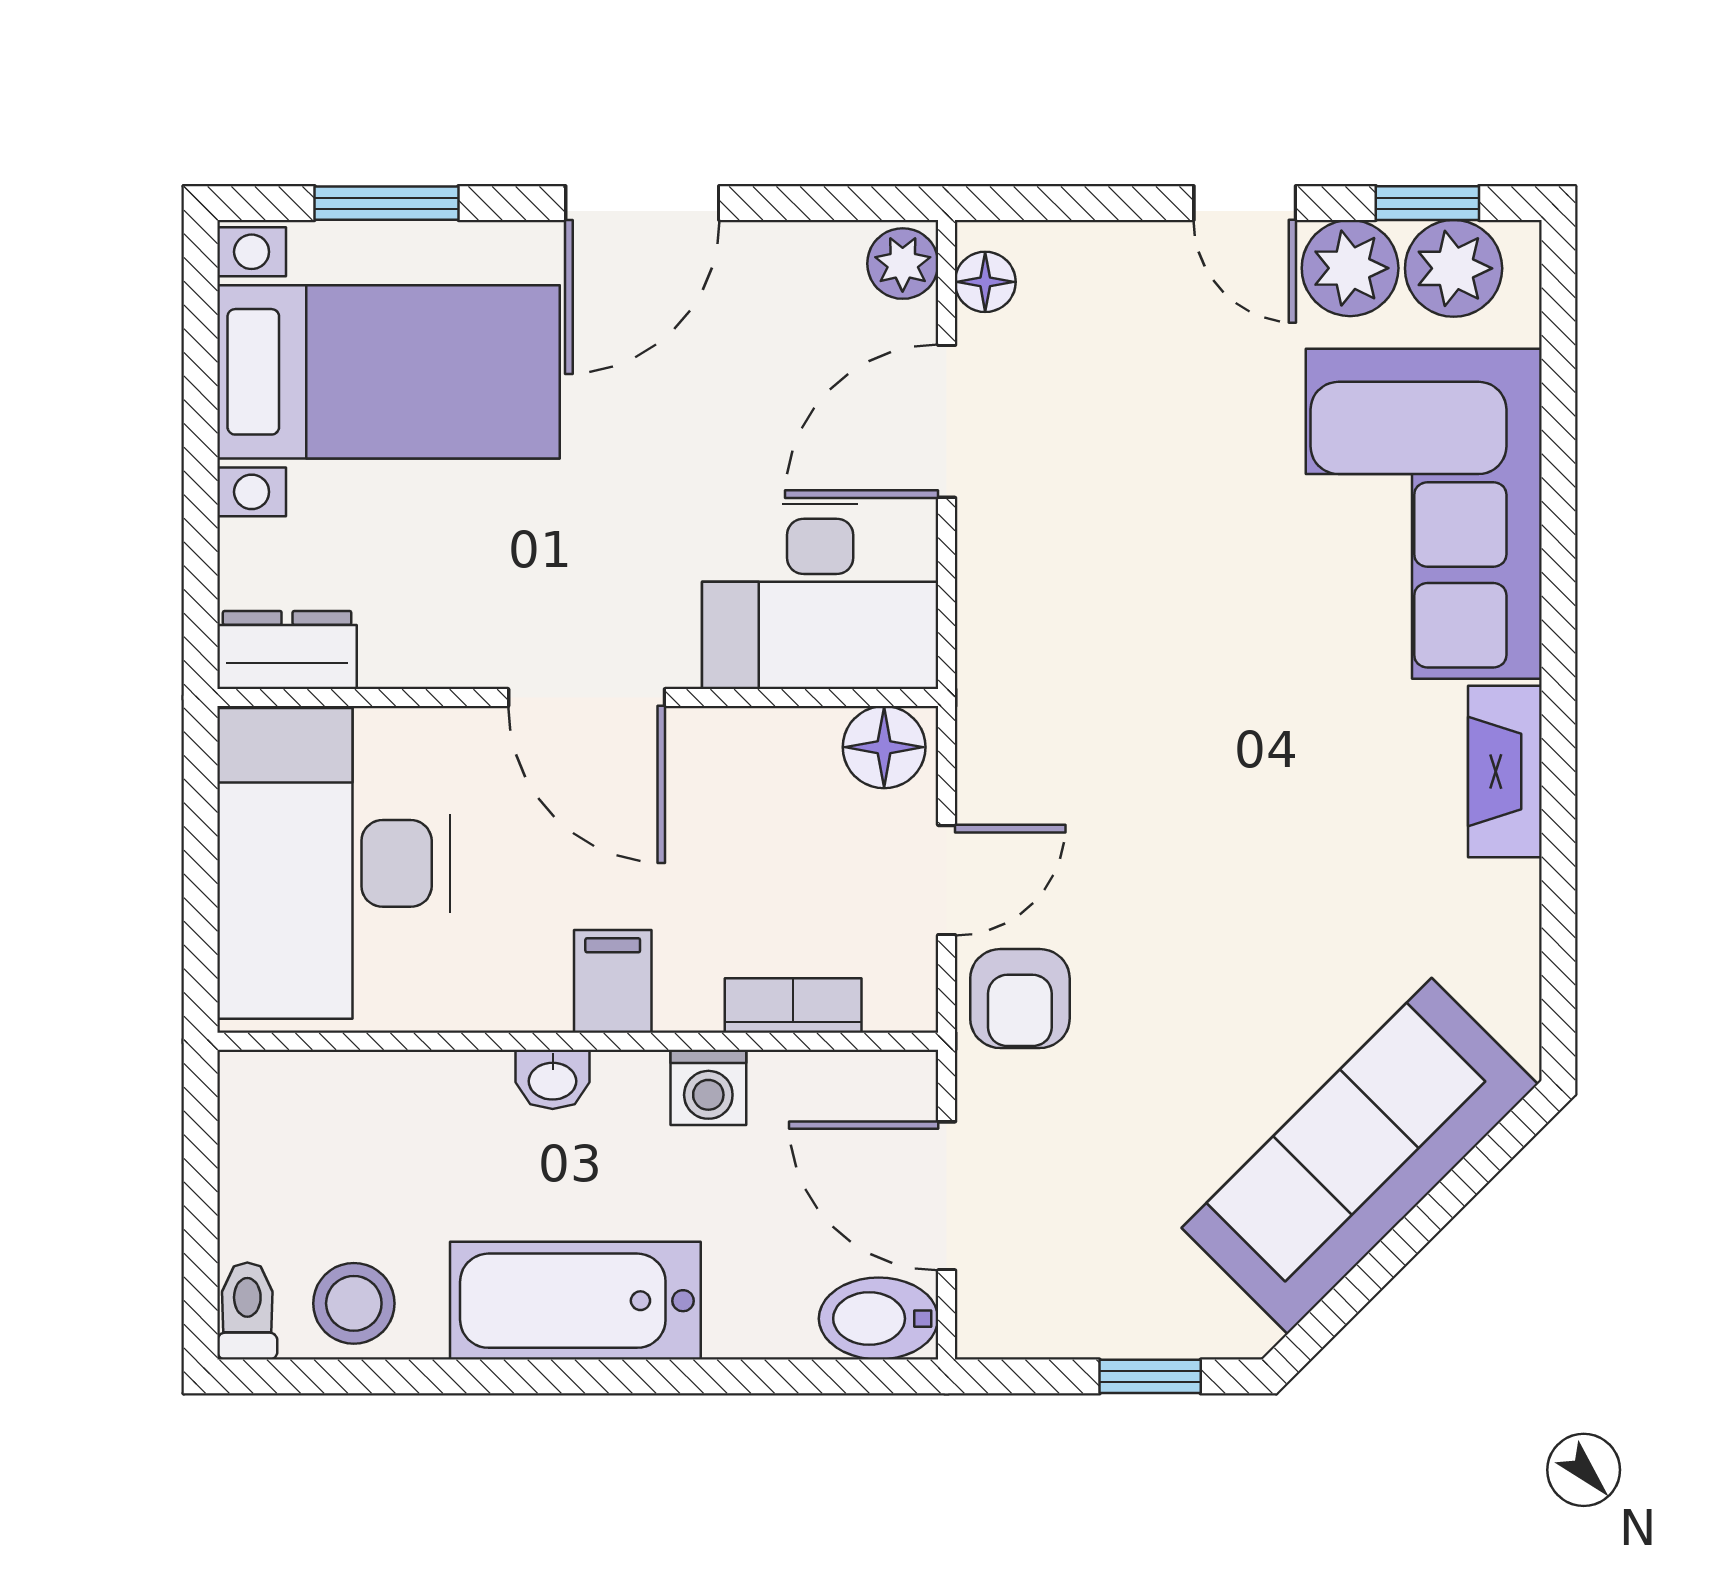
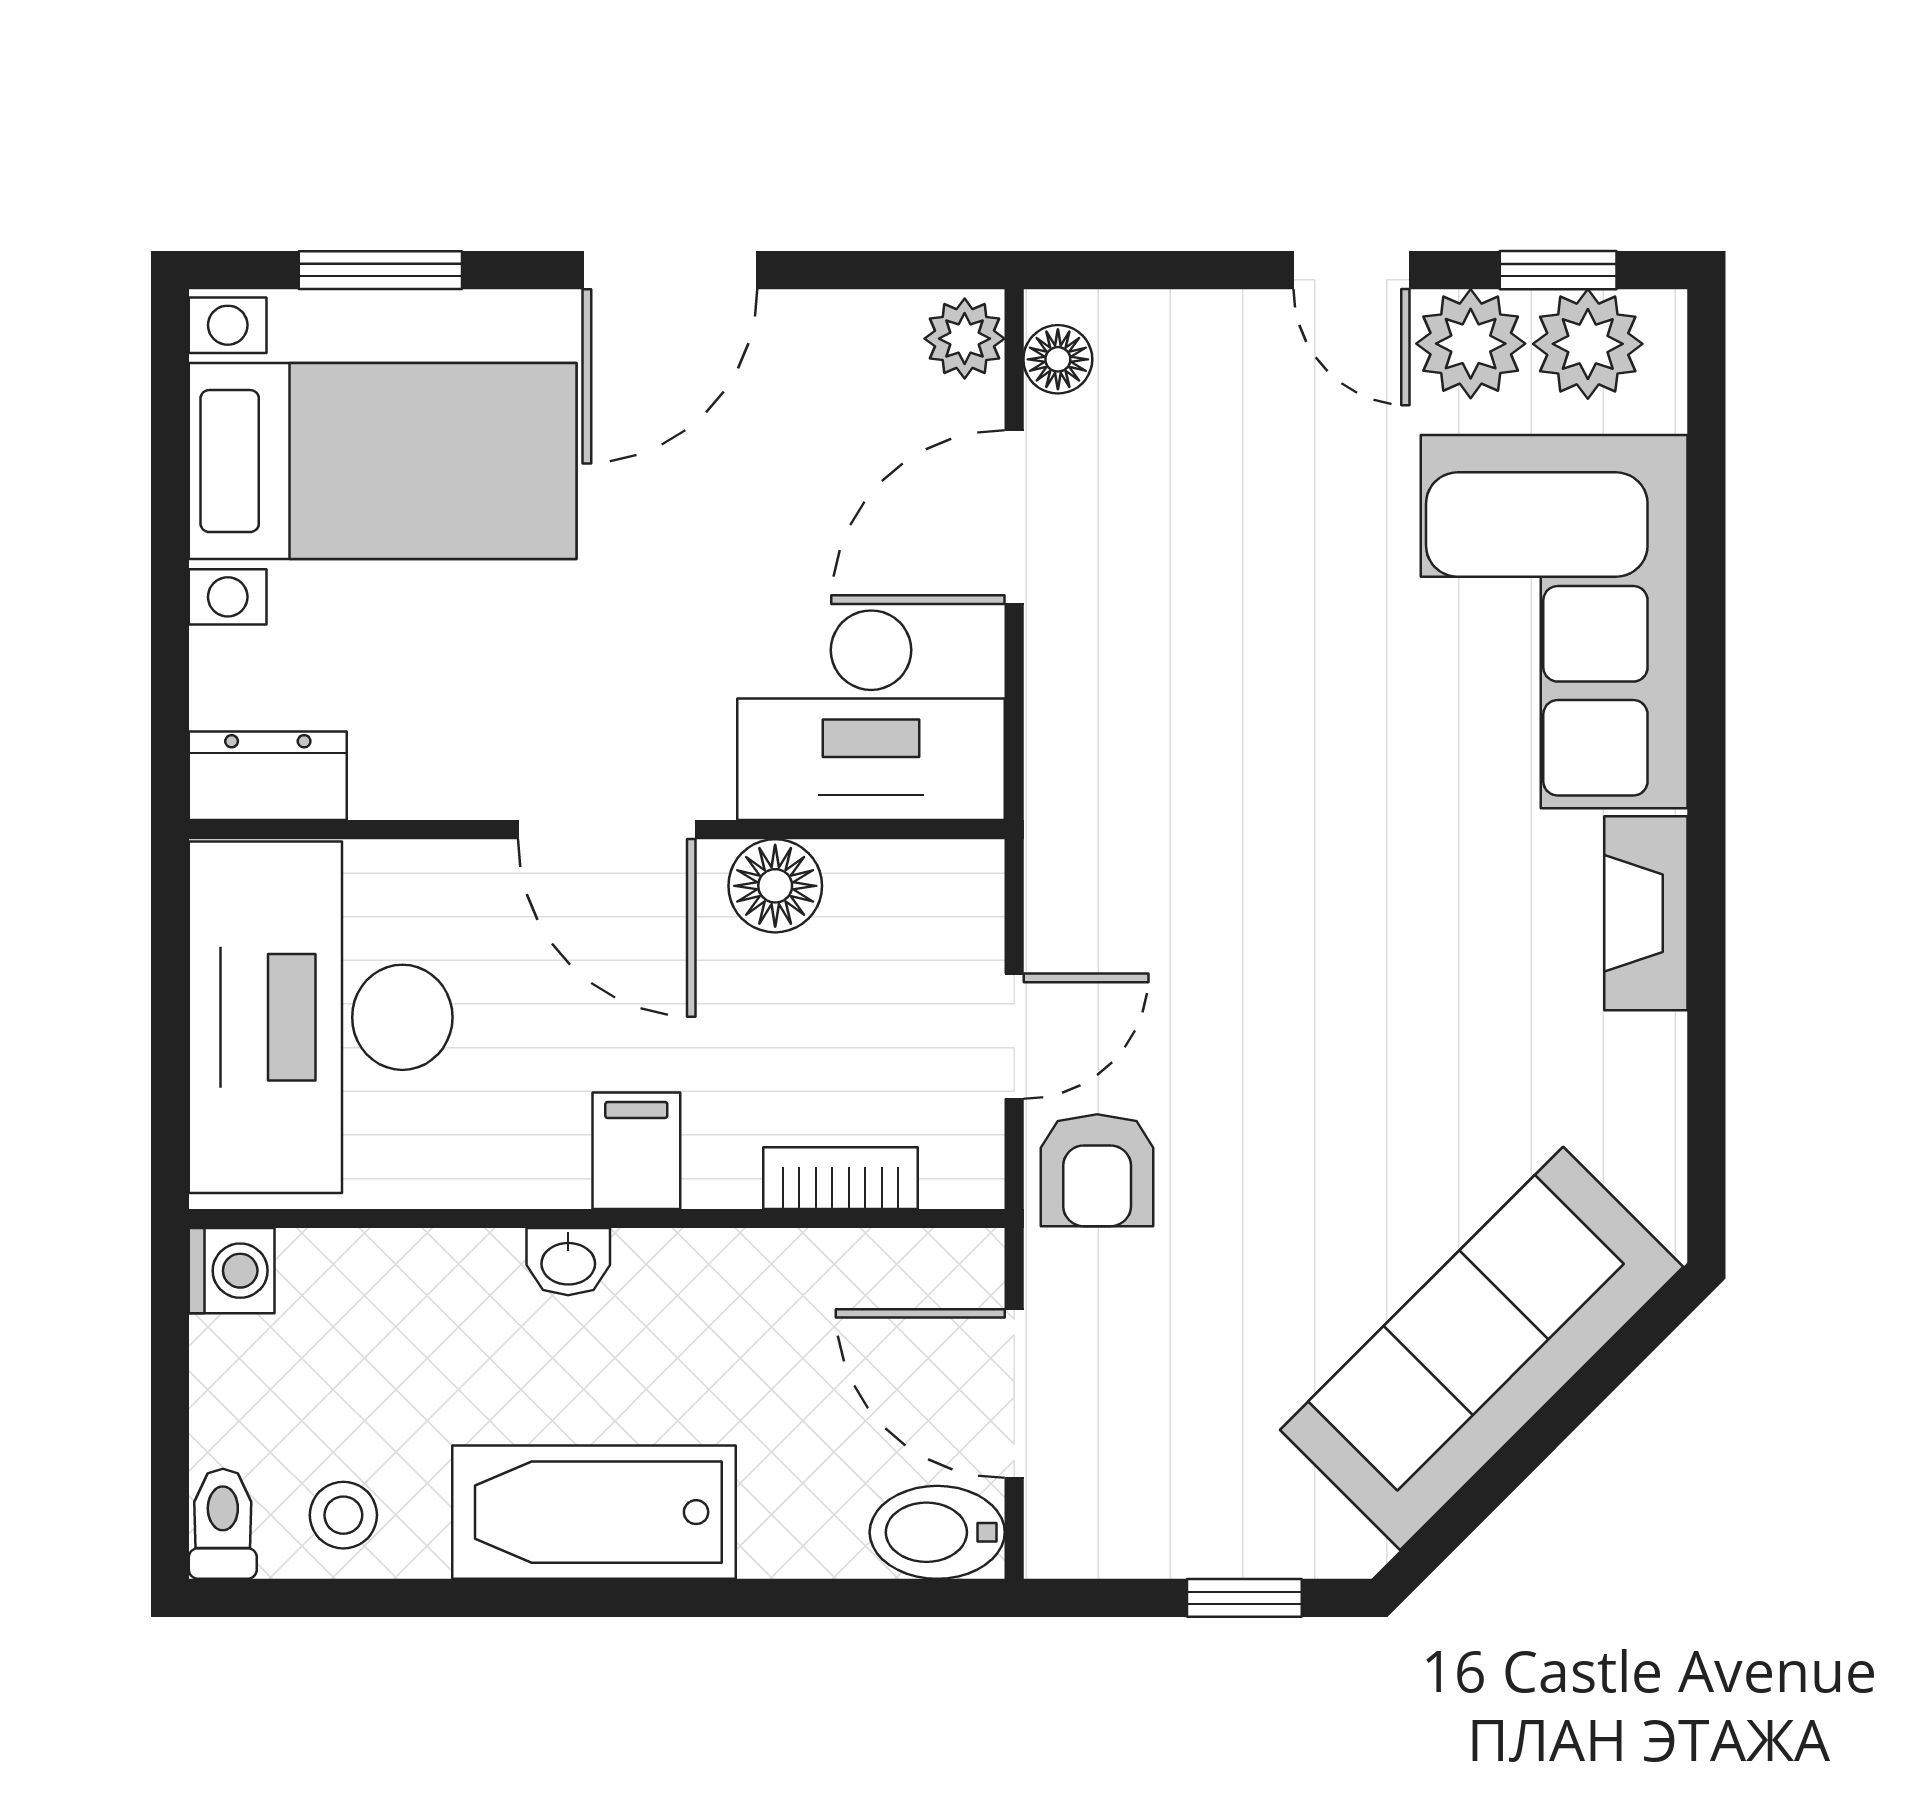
floor lamp: (884, 747) -> (775, 886), moved
washing machine: (708, 1087) -> (232, 1271), moved, turned -90
stool: (354, 1303) -> (343, 1515), width x0.73, depth x0.73

